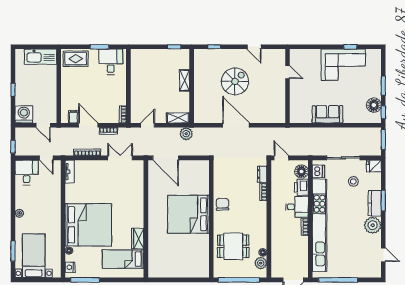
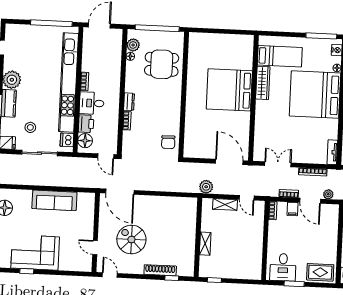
door: (254, 47) -> (110, 275), moved
shoe rack: (225, 54) -> (160, 270), added
spiral stairs: (235, 81) -> (131, 239), moved, turned 90
sofa: (328, 114) -> (54, 200), width x1.36
filing cabinet: (73, 117) -> (292, 209), moved
shelving: (178, 118) -> (225, 204), moved
door: (148, 125) -> (247, 198), hinge flipped
door: (236, 125) -> (120, 192), moved
plant: (71, 132) -> (328, 194), added
double door: (120, 158) -> (278, 164), swing flipped
dresser: (262, 174) -> (129, 102), moved
chair: (222, 204) -> (168, 142), moved
bed: (188, 214) -> (229, 90), moved, turned 180
wardrobe: (138, 239) -> (263, 83), width x1.50

